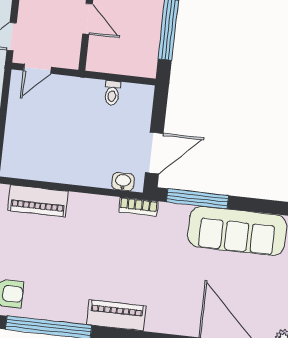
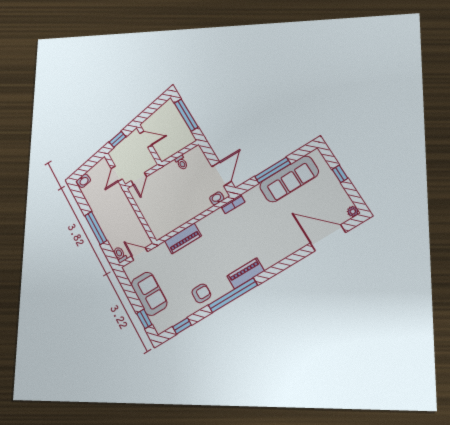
window: (198, 199) -> (273, 170), moved
piano: (116, 315) -> (246, 273), moved

